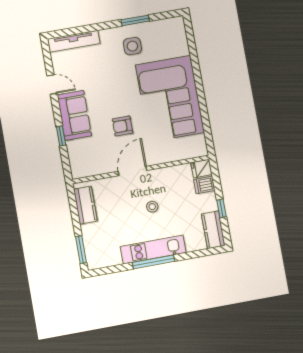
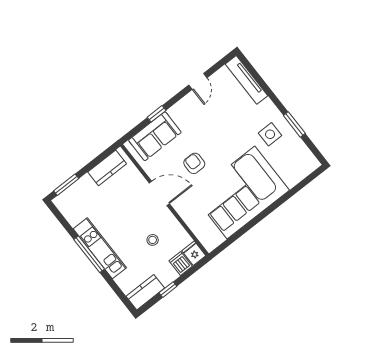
sofa: (74, 115) -> (155, 136), moved
stool: (152, 207) -> (153, 240), moved

